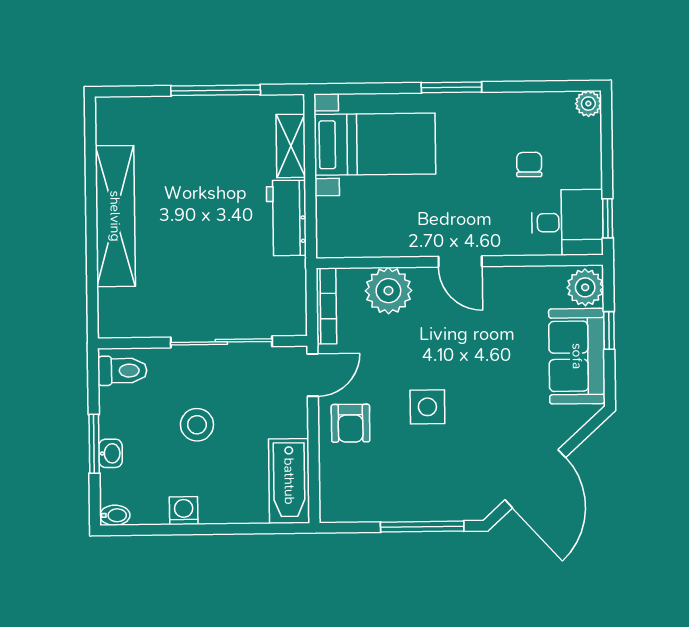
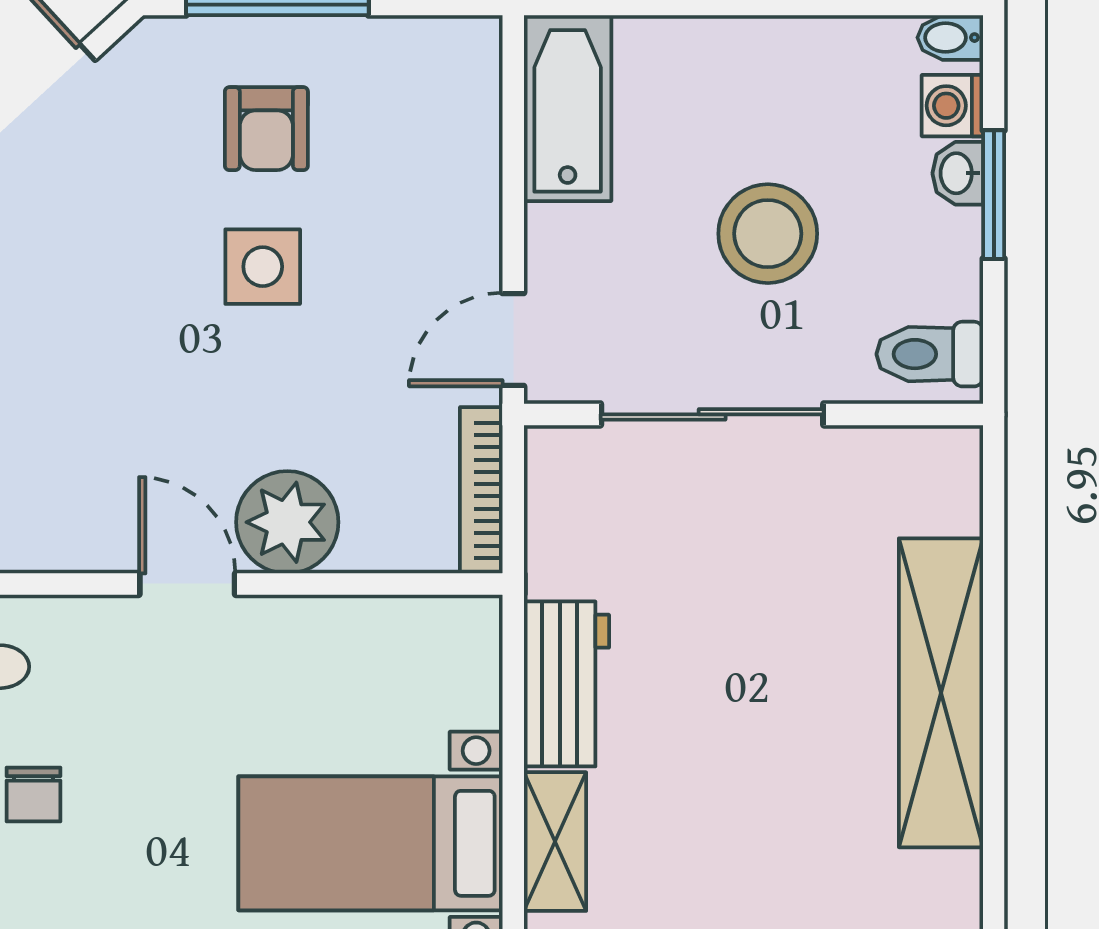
plant: (388, 291) -> (287, 522), moved
armchair: (351, 423) -> (266, 129), moved, turned 180
stool: (197, 425) -> (768, 234), width x1.38, depth x1.38
washing machine: (184, 511) -> (952, 106), moved, turned 90

